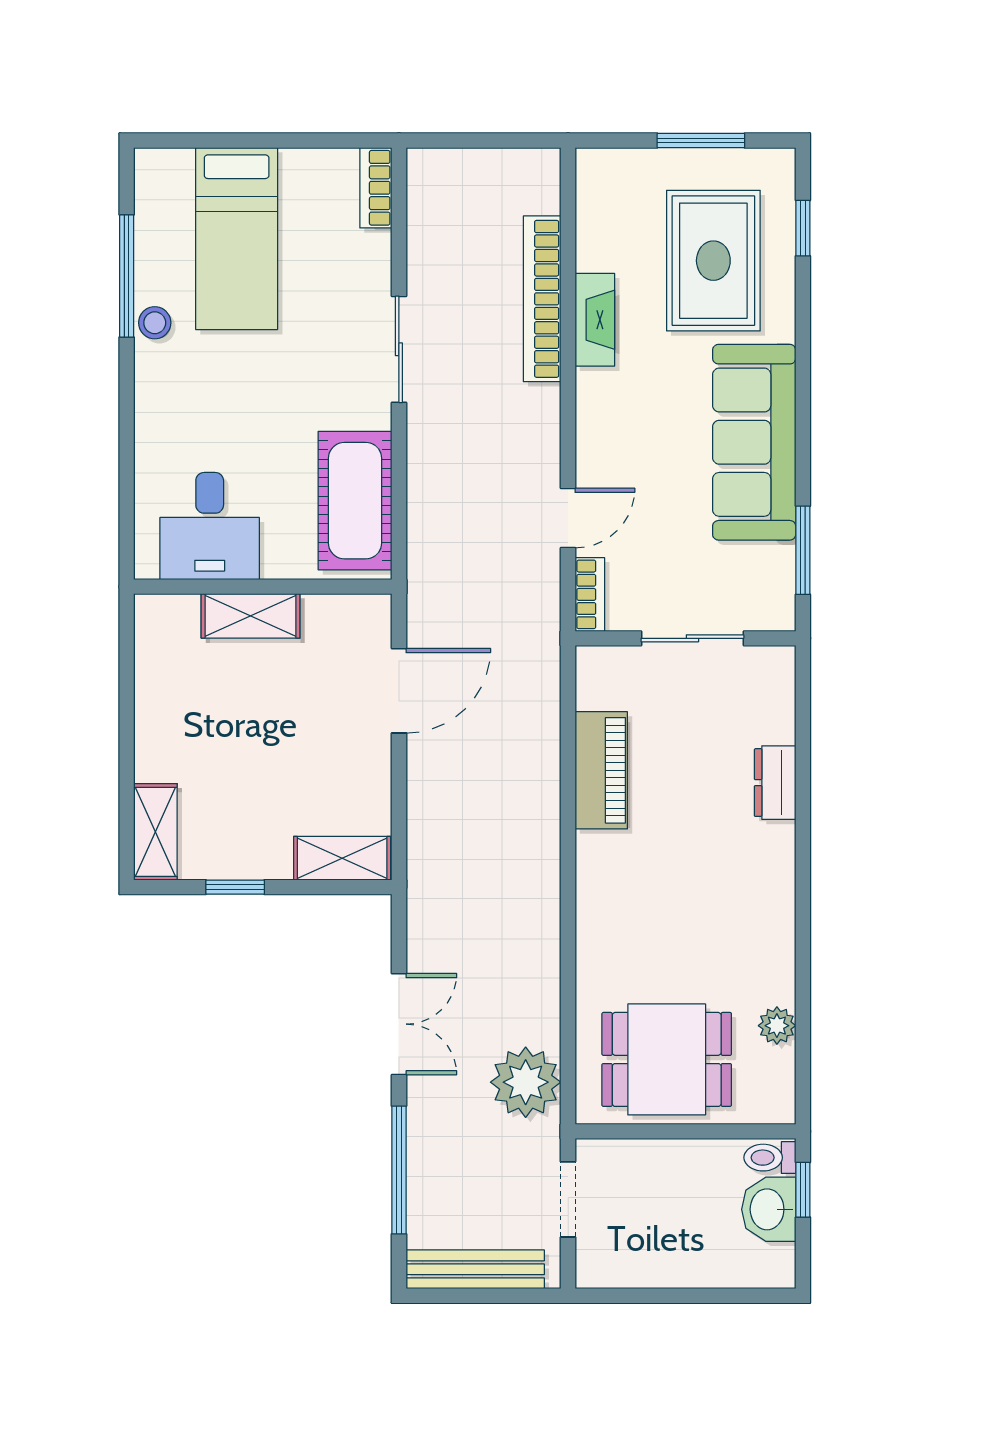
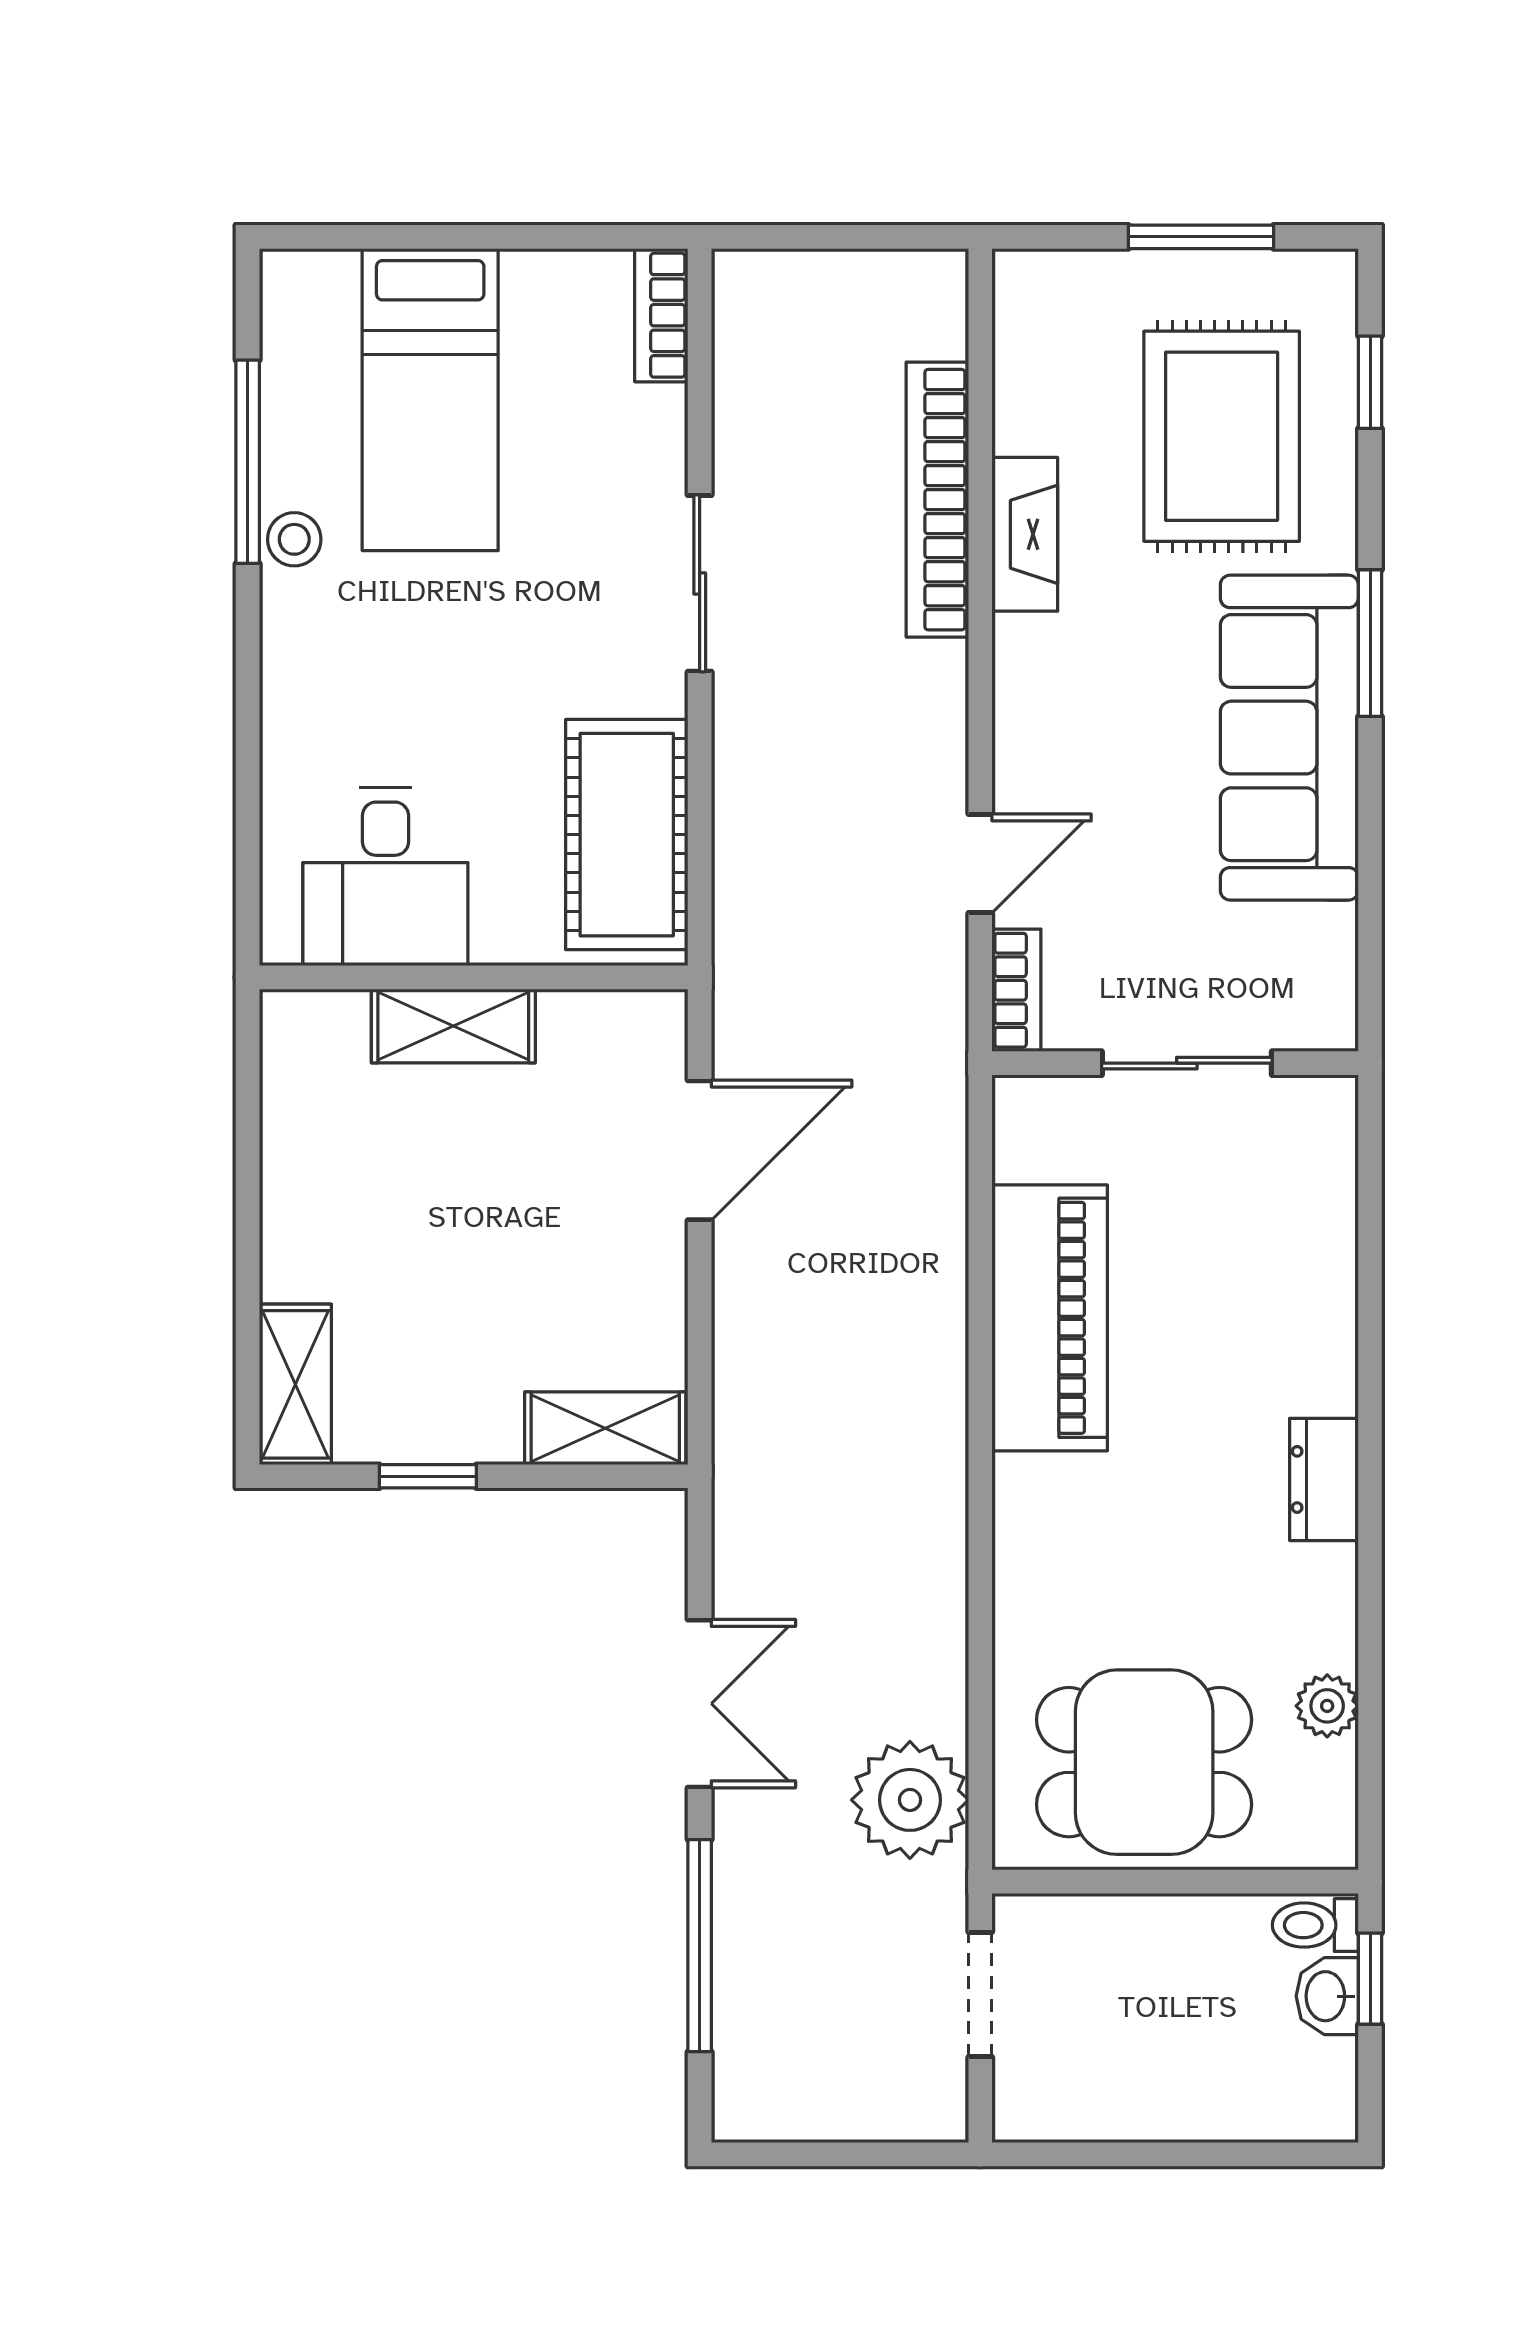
window: (803, 550) -> (1370, 643), moved
piano: (601, 770) -> (1050, 1318), width x1.37, depth x1.33
dresser: (775, 783) -> (1324, 1479), moved
washbasin: (769, 1209) -> (1327, 1996), width x0.72, depth x0.69
bench: (475, 1269) -> (826, 2111), removed

